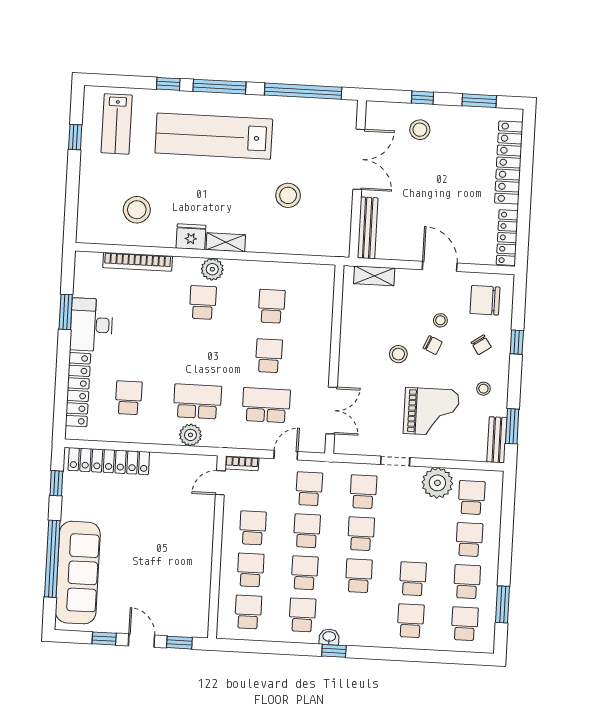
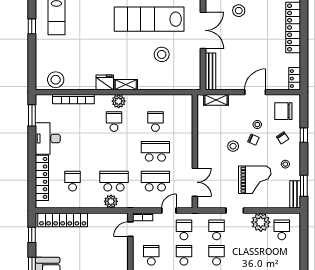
lab bench: (214, 136) -> (149, 19), moved
stool: (137, 210) -> (56, 80), moved
locker: (507, 238) -> (295, 79), width x0.66
door: (440, 266) -> (255, 92), hinge flipped
window: (66, 312) -> (32, 115), moved
school desk: (269, 356) -> (155, 151), width x1.85
school desk: (469, 540) -> (282, 255), removed

